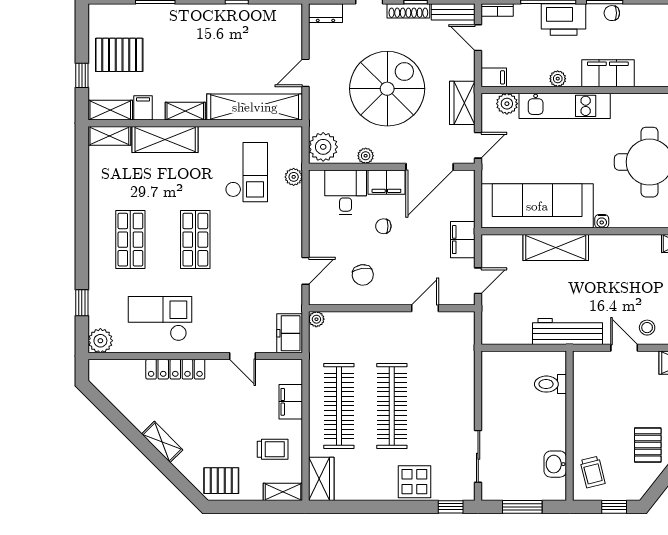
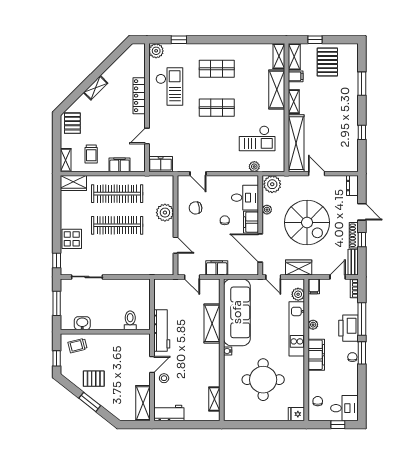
plant: (316, 319) -> (165, 213), moved, width x1.87, depth x1.87

